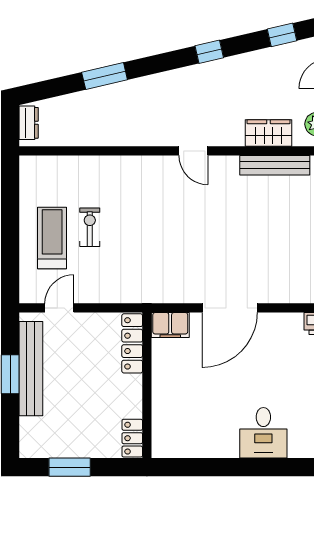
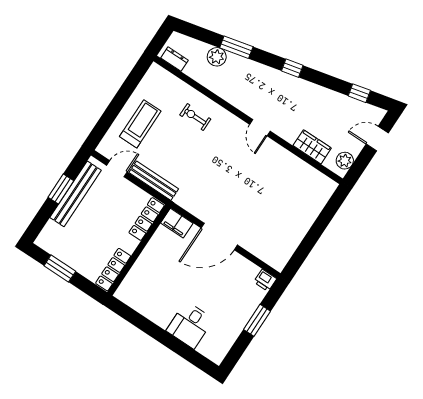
window: (209, 52) -> (292, 68), moved
plant: (89, 102) -> (217, 57), added
dresser: (29, 123) -> (174, 59), moved, turned -90
bench: (275, 165) -> (154, 181), moved
exercise bike: (90, 227) -> (195, 117), moved, turned -90
locker: (132, 438) -> (113, 270), width x1.53

